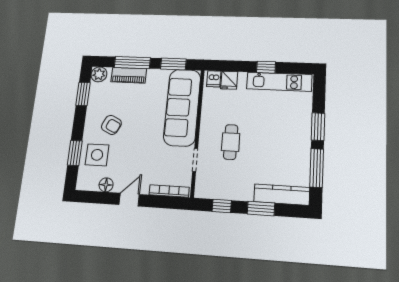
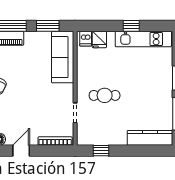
sofa: (182, 107) -> (63, 57), width x0.74, depth x0.79
cafe table: (231, 142) -> (105, 95), turned 90
window: (261, 209) -> (134, 151), removed

